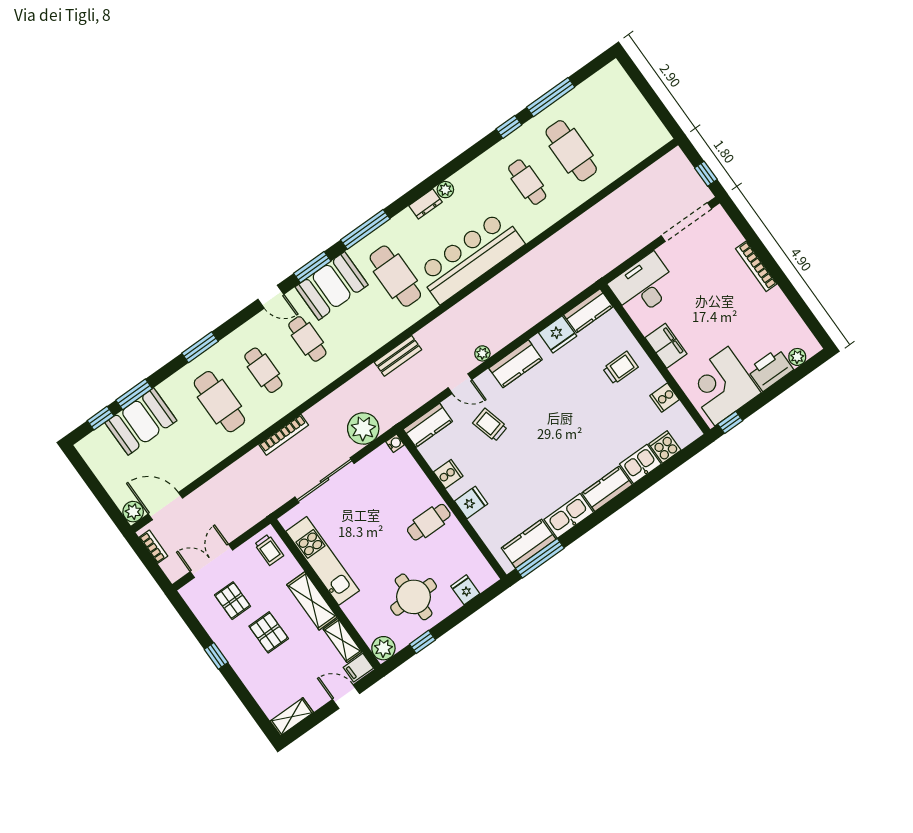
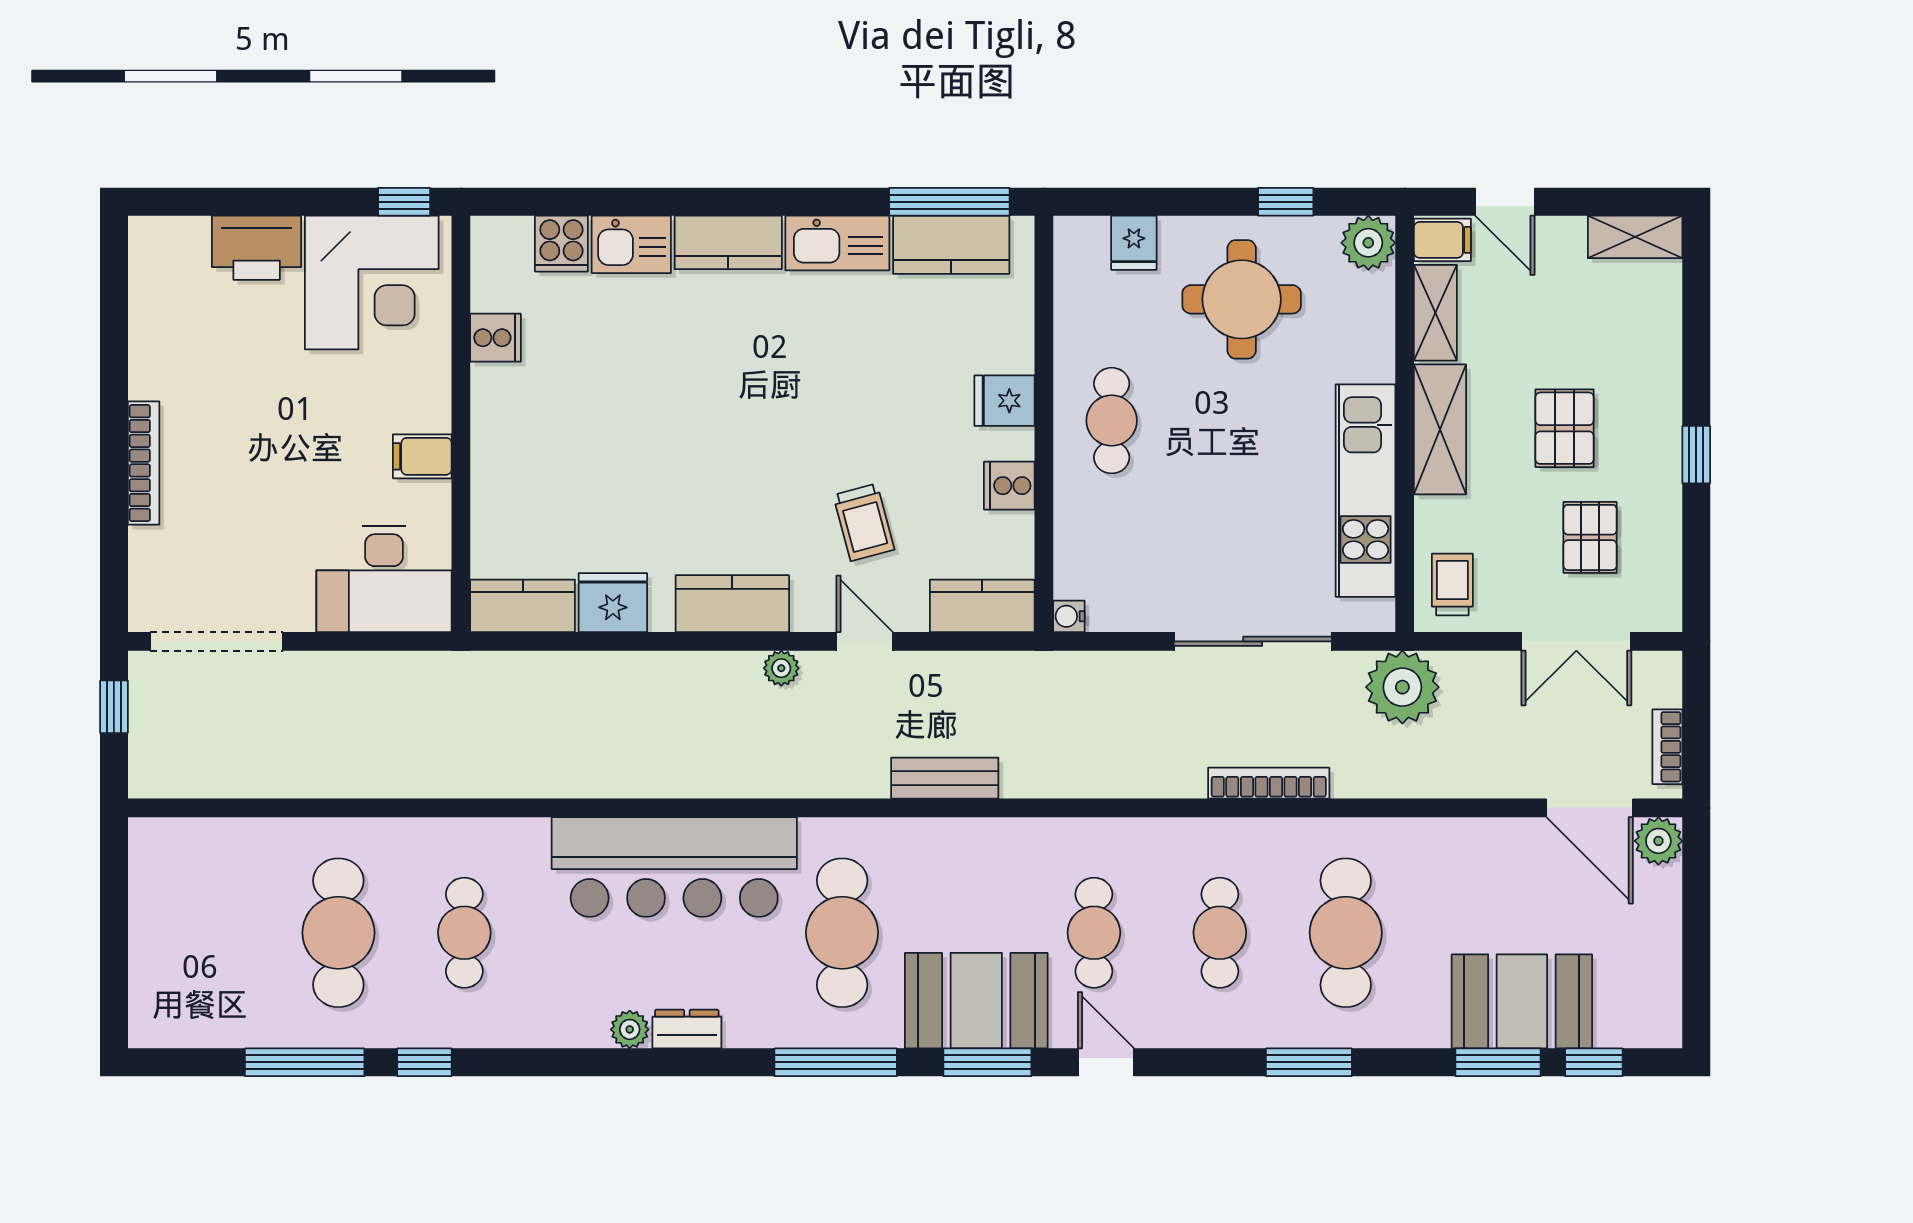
filing cabinet: (666, 346) -> (422, 456), width x0.50
plant: (797, 357) -> (188, 235), removed
trolley: (620, 368) -> (539, 454), removed
plant: (363, 428) -> (1402, 687), moved
cafe table: (429, 522) -> (1112, 421), turned 90

